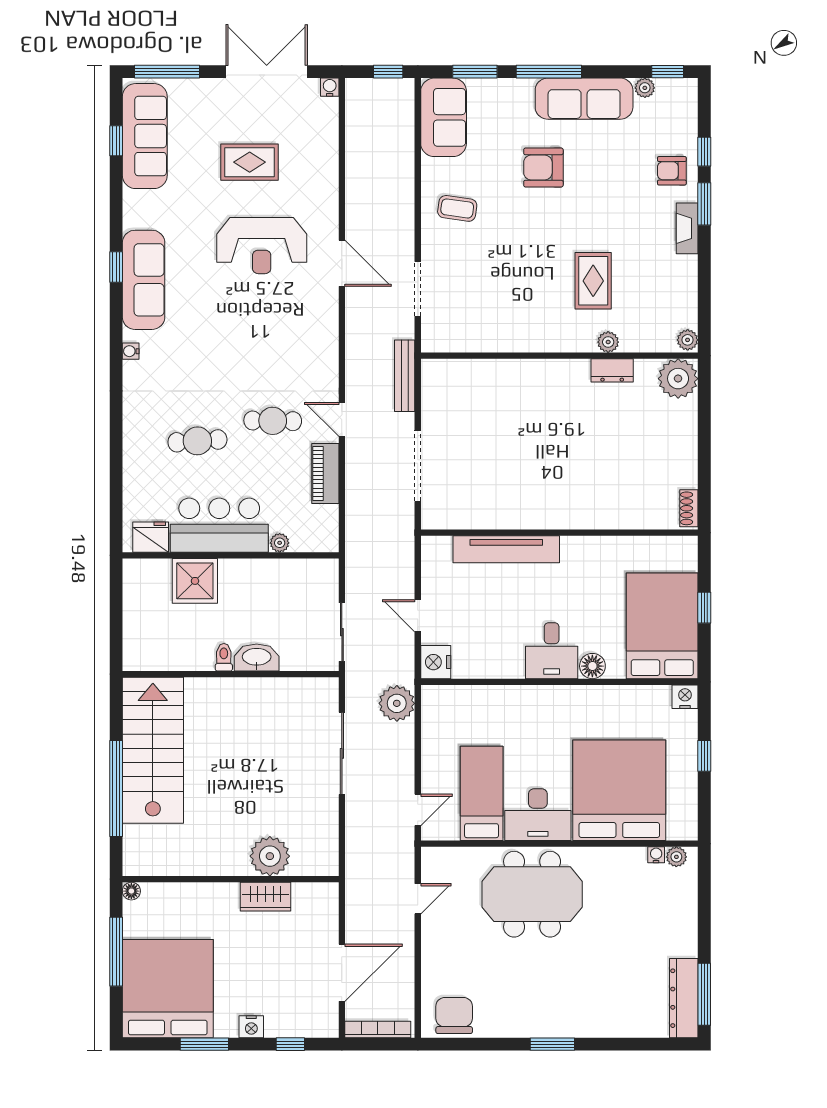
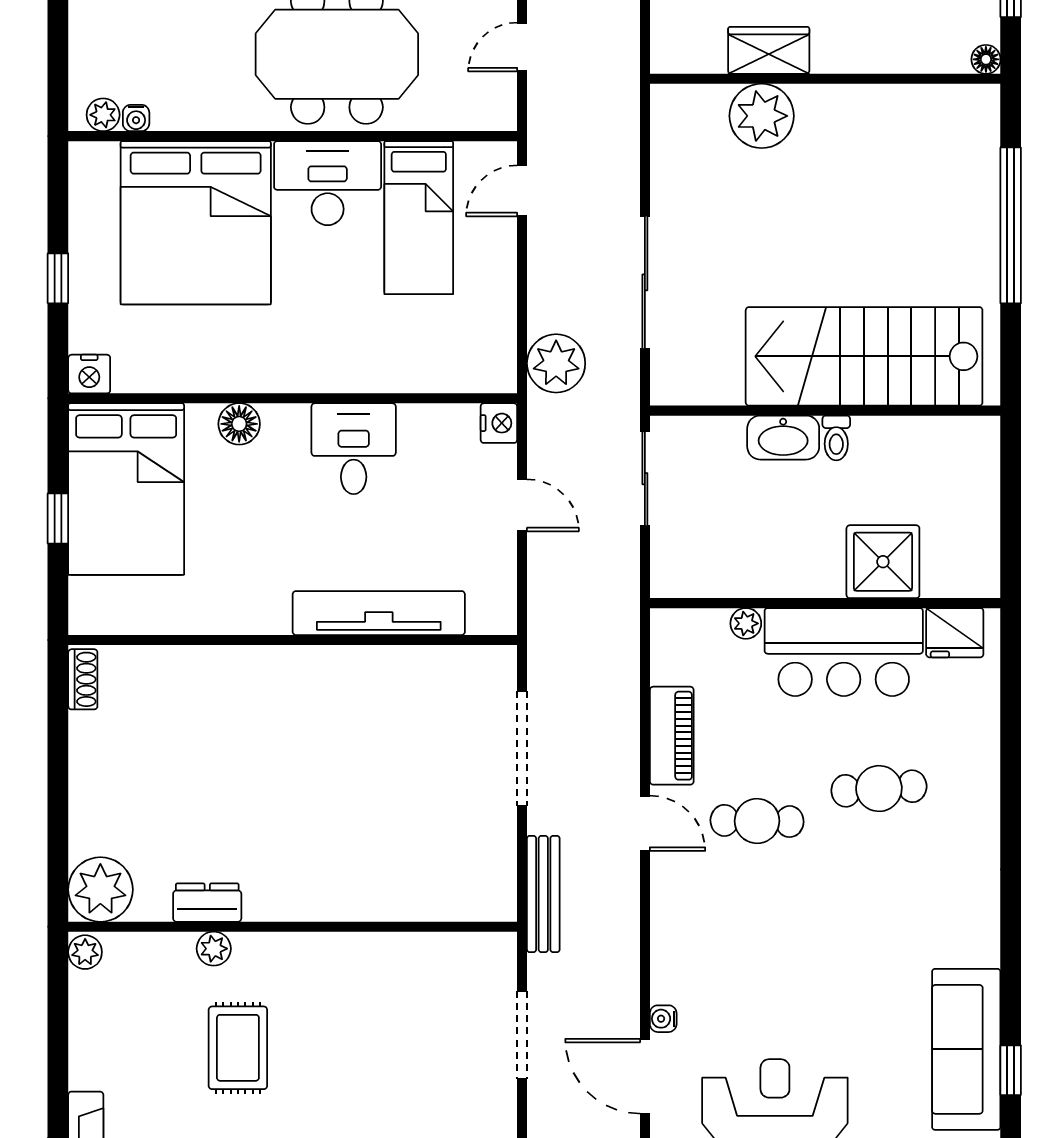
water cooler: (131, 351) -> (663, 1019), moved, turned 180
desk: (552, 651) -> (354, 449), moved
nightstand: (436, 662) -> (499, 423), width x0.74, depth x0.75
stairs: (153, 750) -> (864, 356), moved, turned 90

